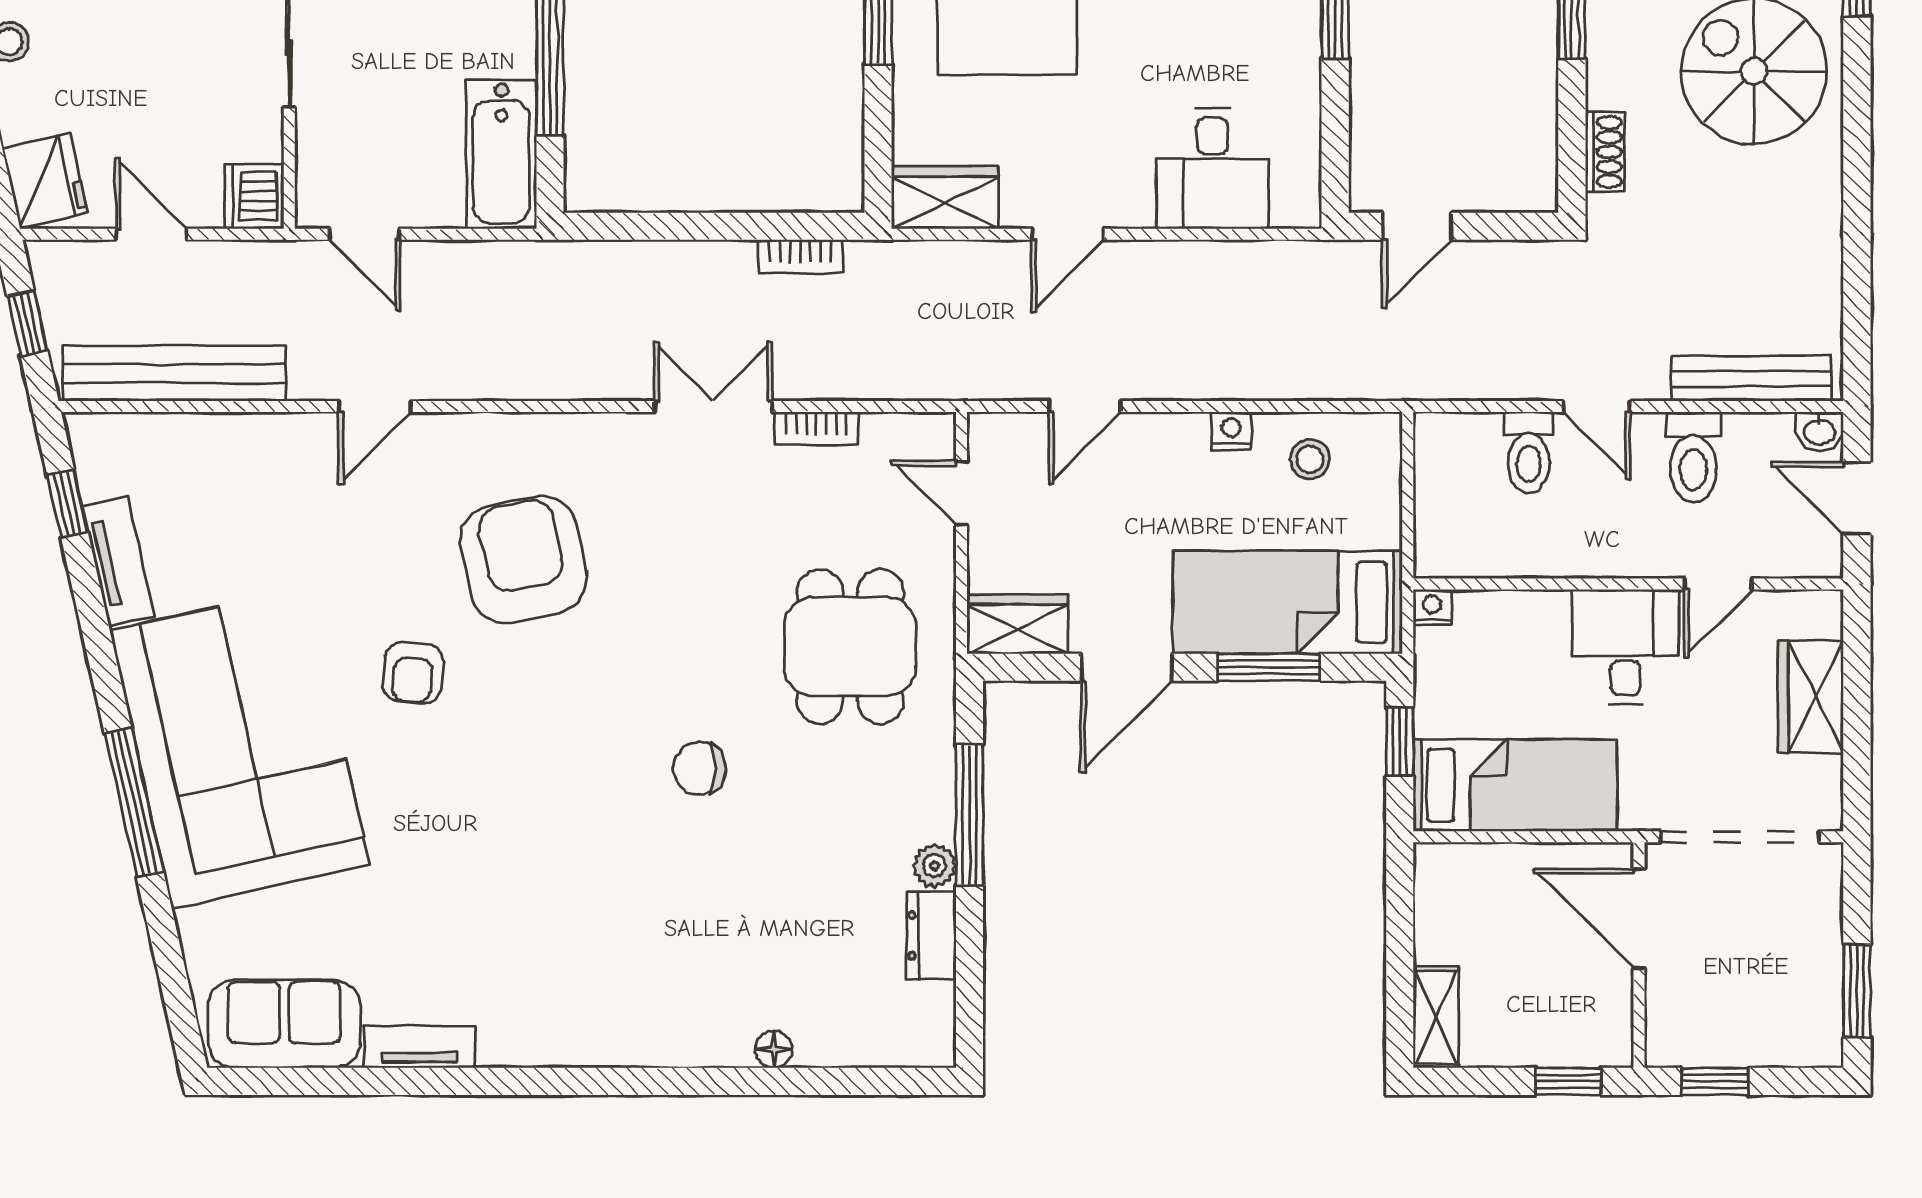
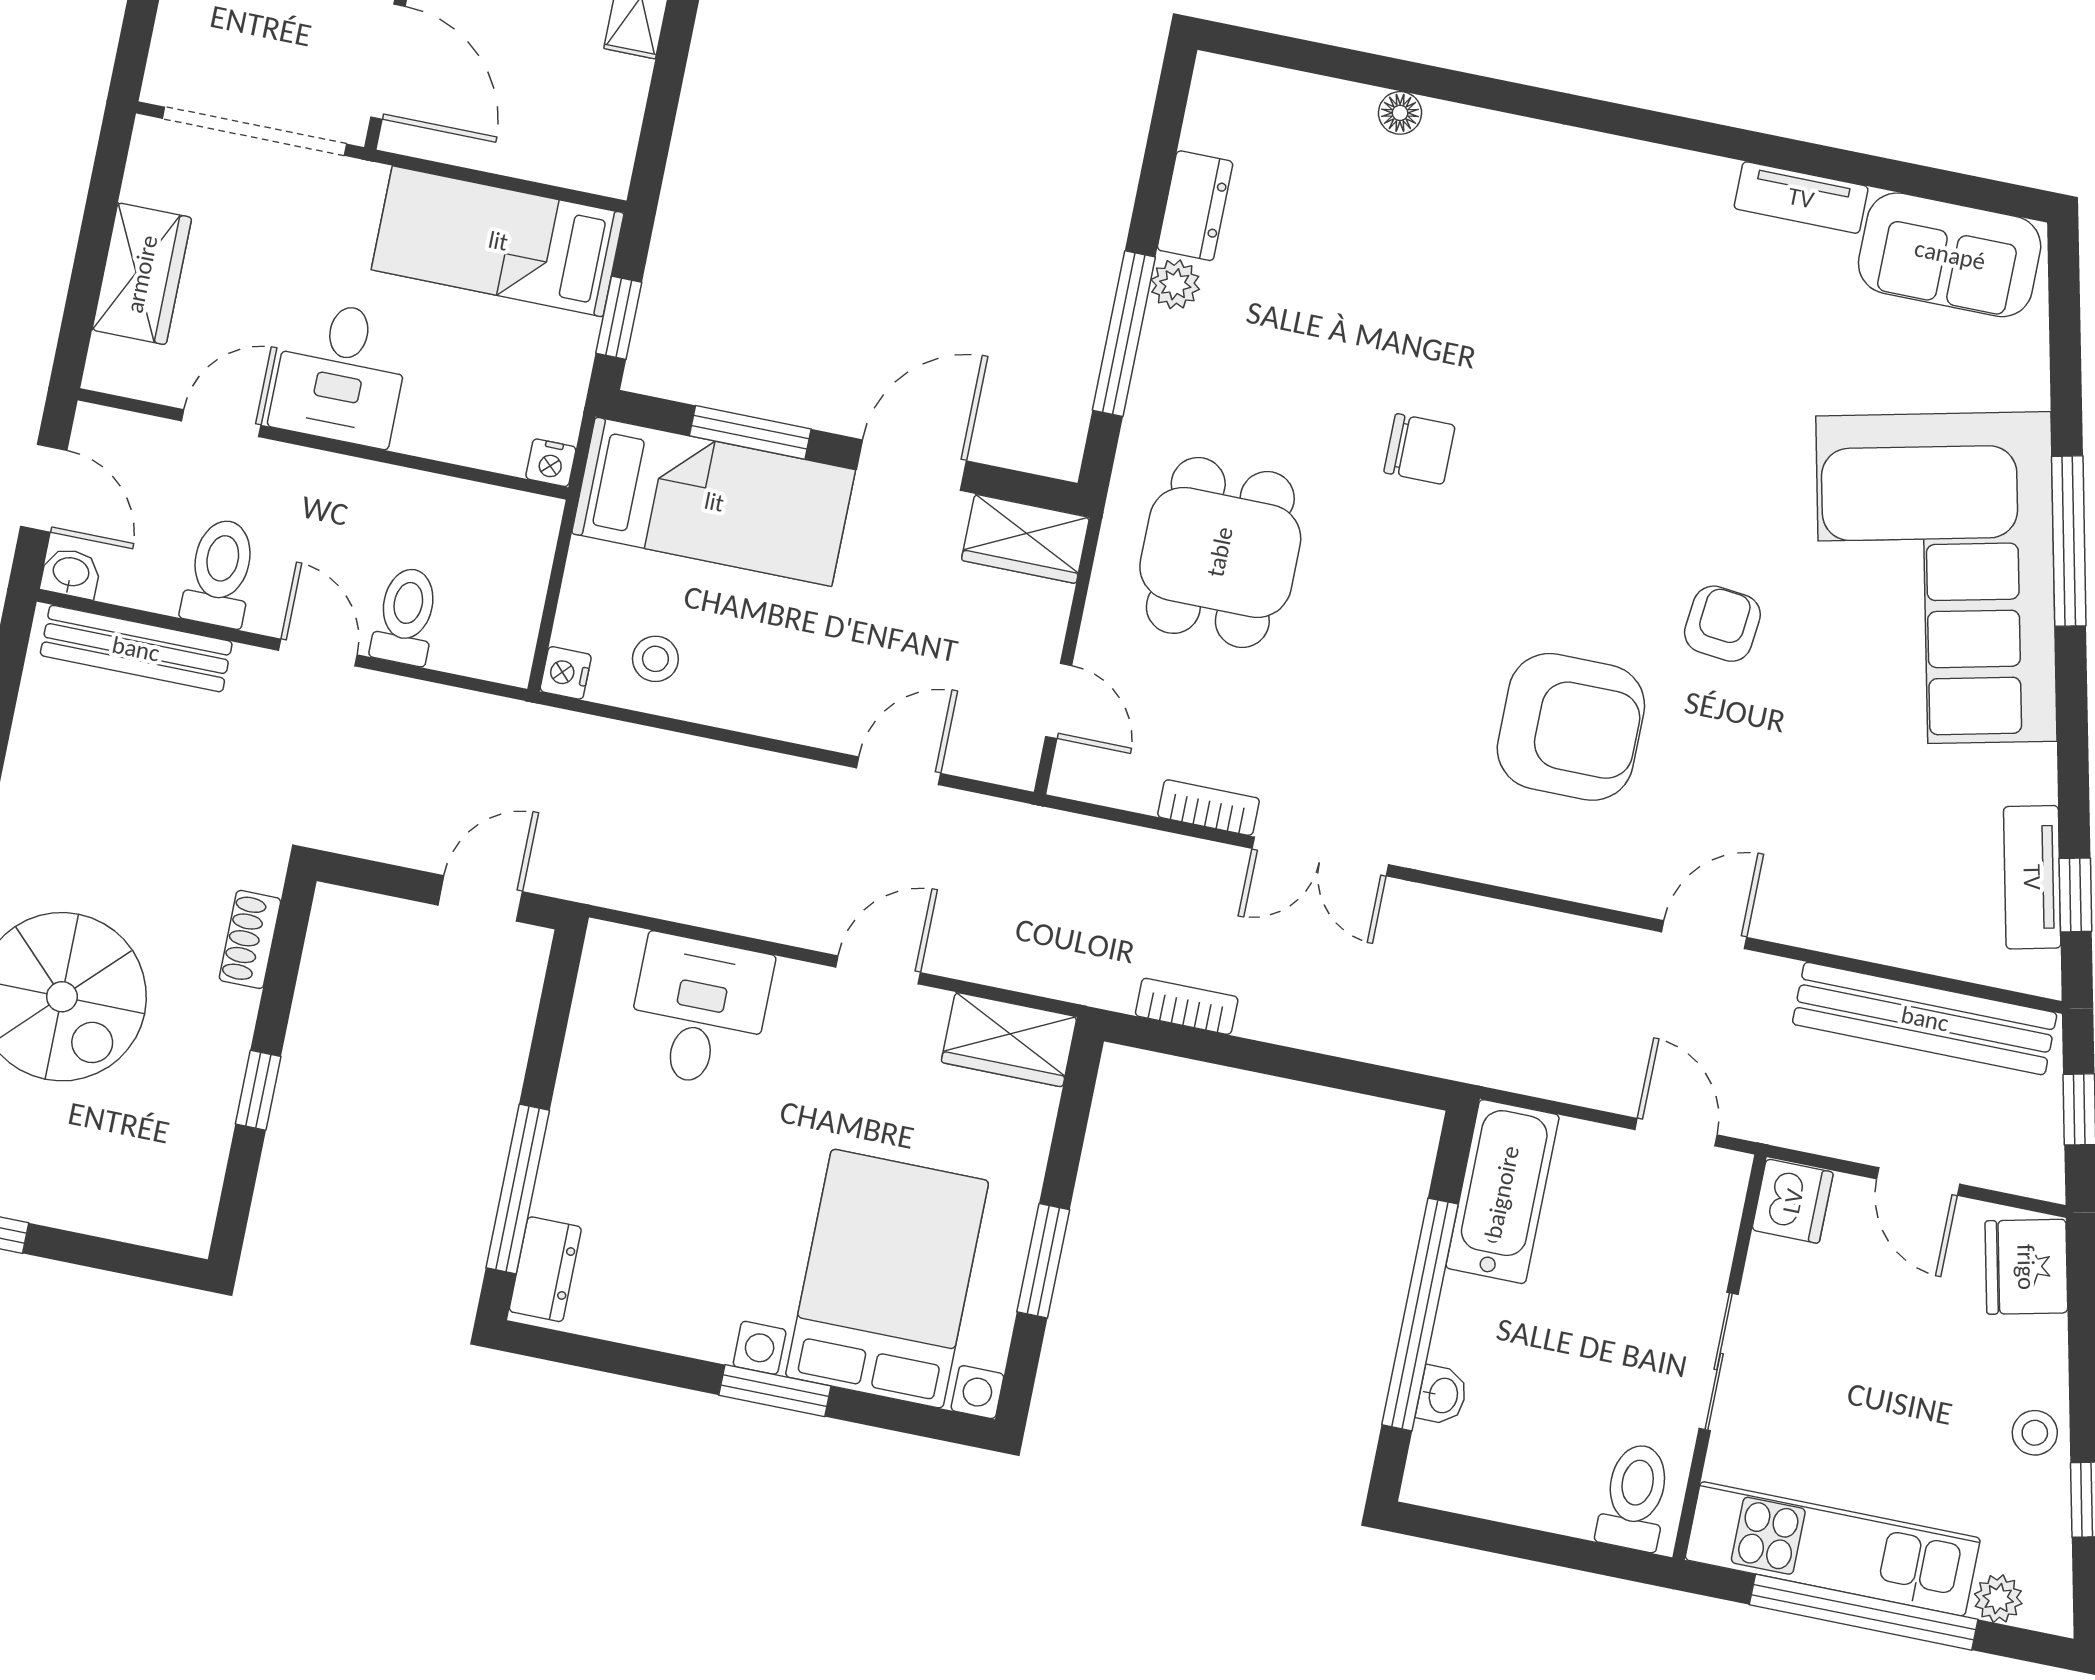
nightstand: (1231, 431) -> (566, 673), moved, turned 90
armchair: (523, 559) -> (1571, 727), turned -78
tv unit: (118, 561) -> (2032, 877), moved

